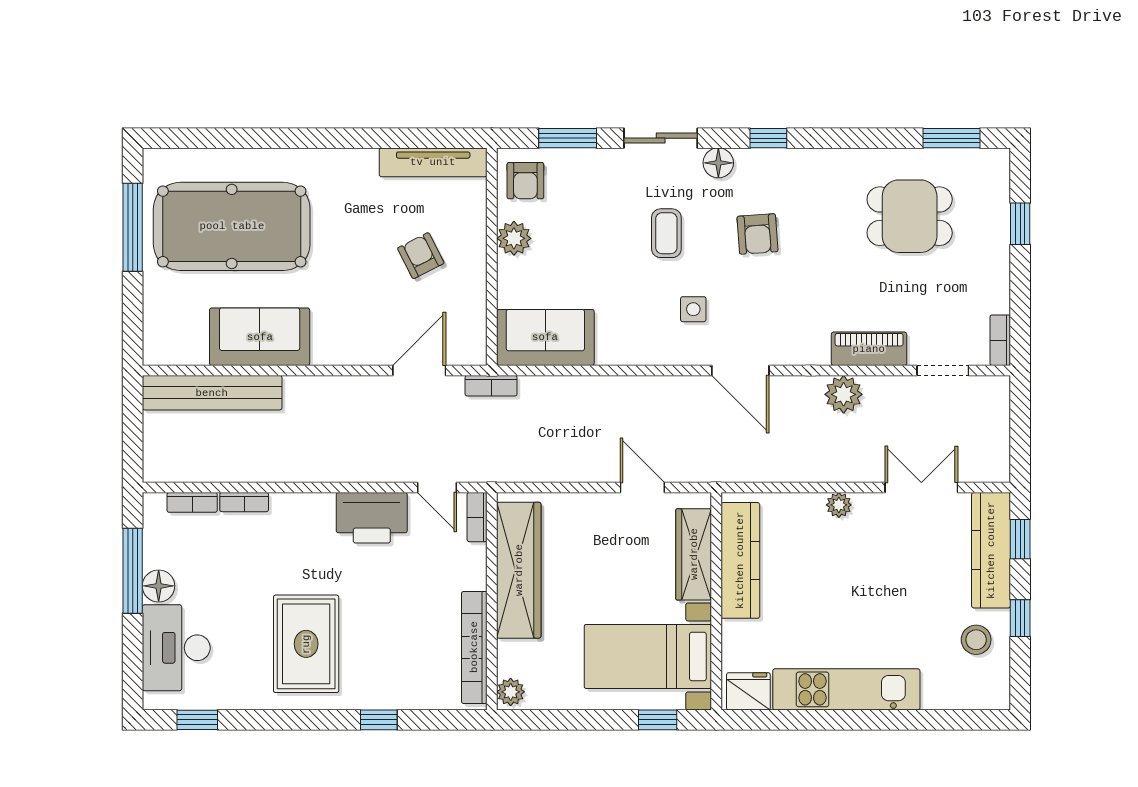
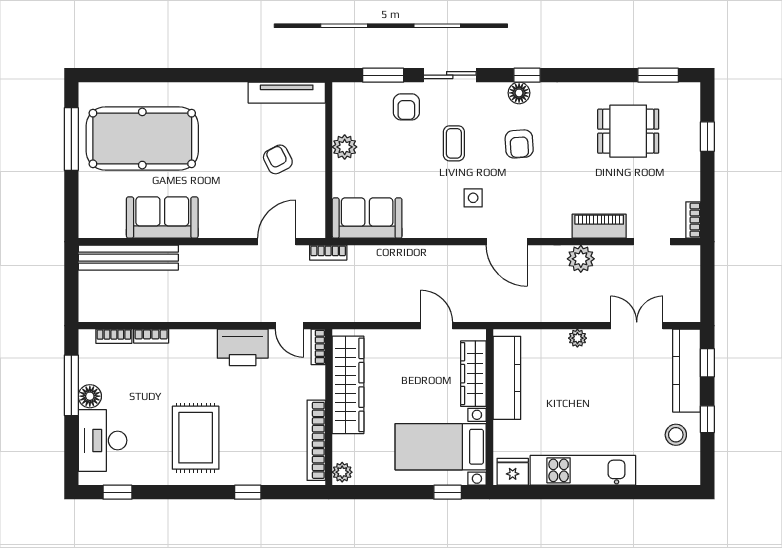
floor lamp: (718, 163) -> (519, 93), moved
armchair: (525, 181) -> (406, 107), moved

